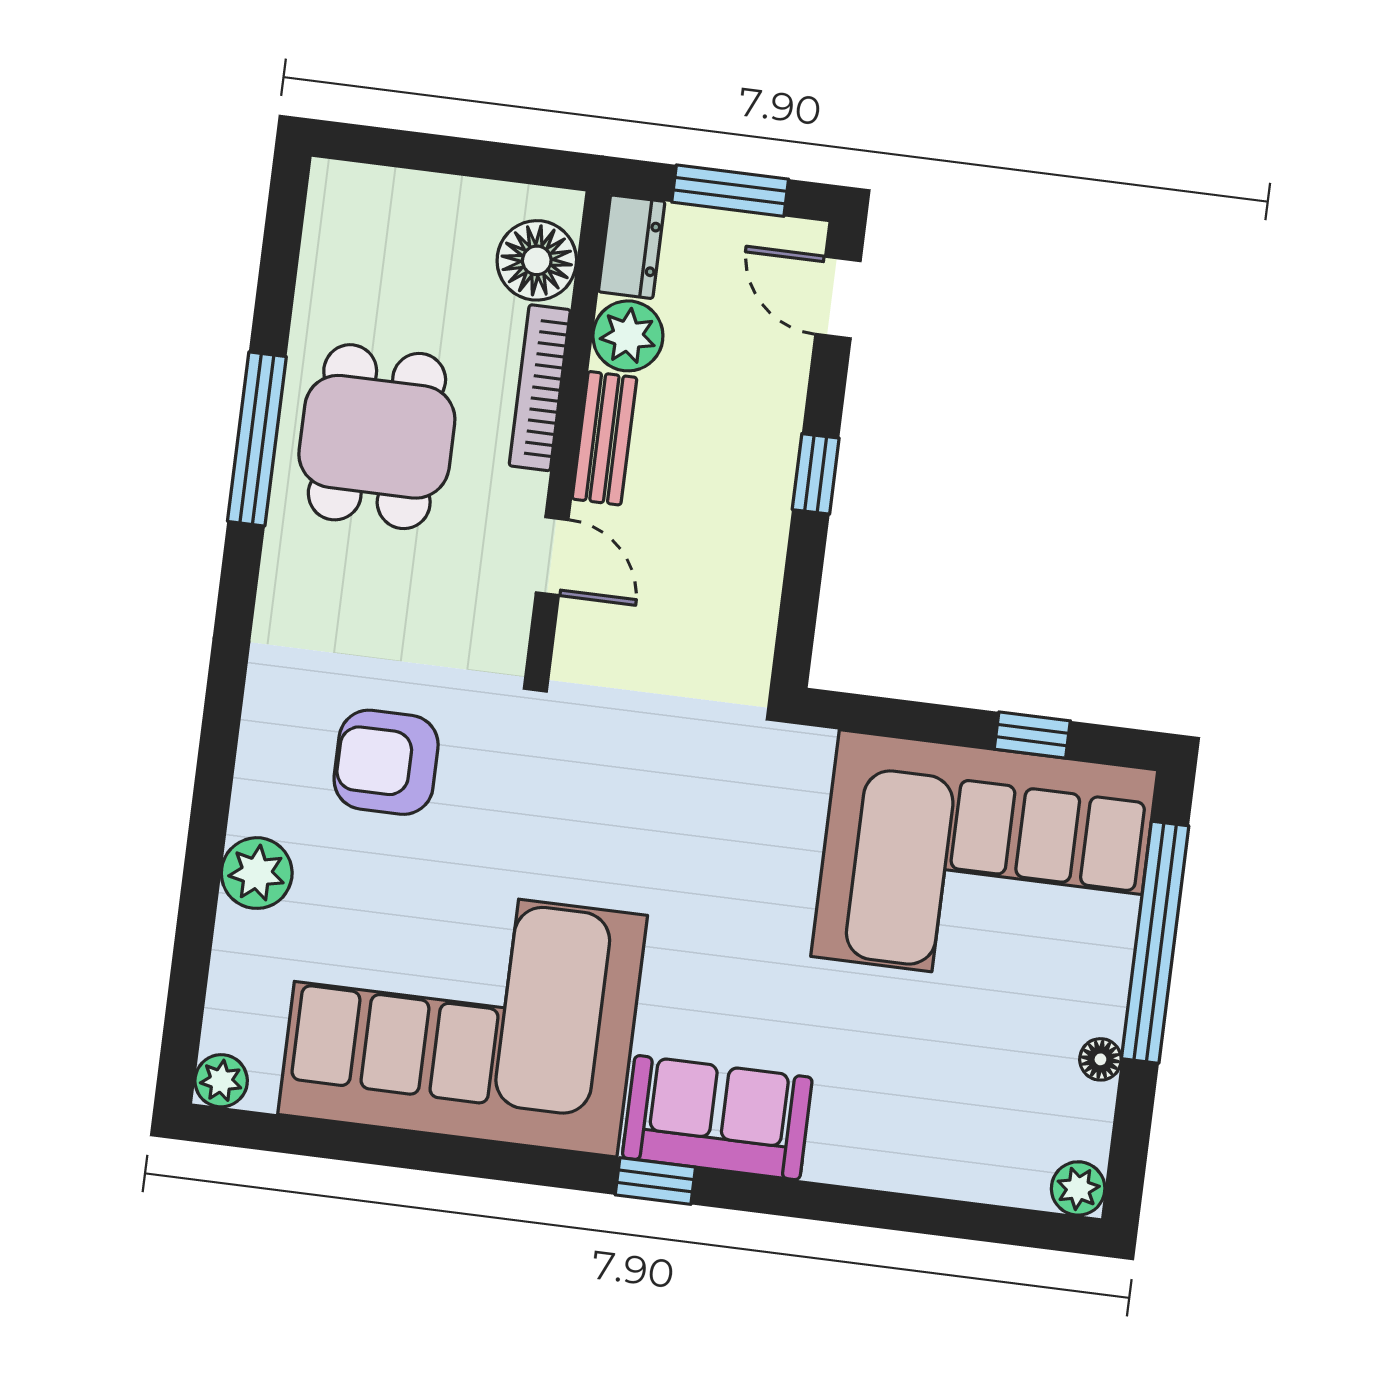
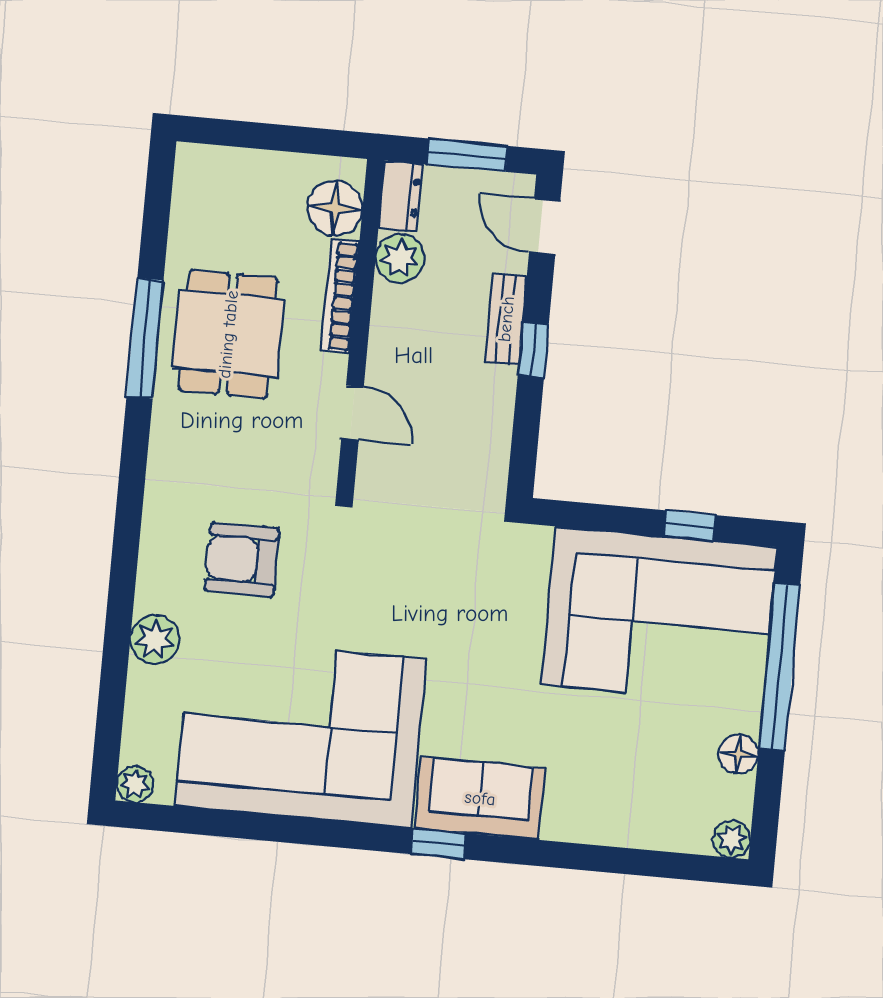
bench: (604, 438) -> (506, 319), moved
floor lamp: (1100, 1059) -> (738, 754), width x1.37, depth x1.37

